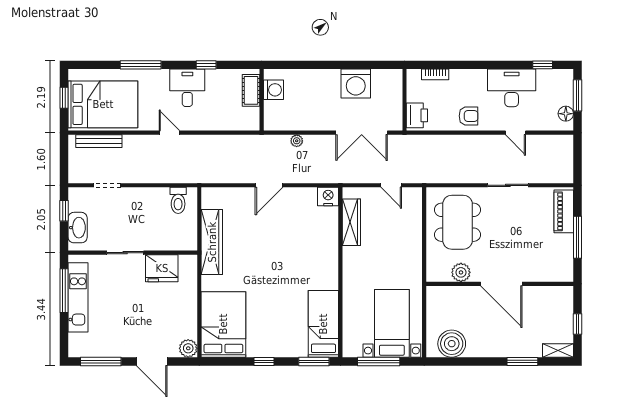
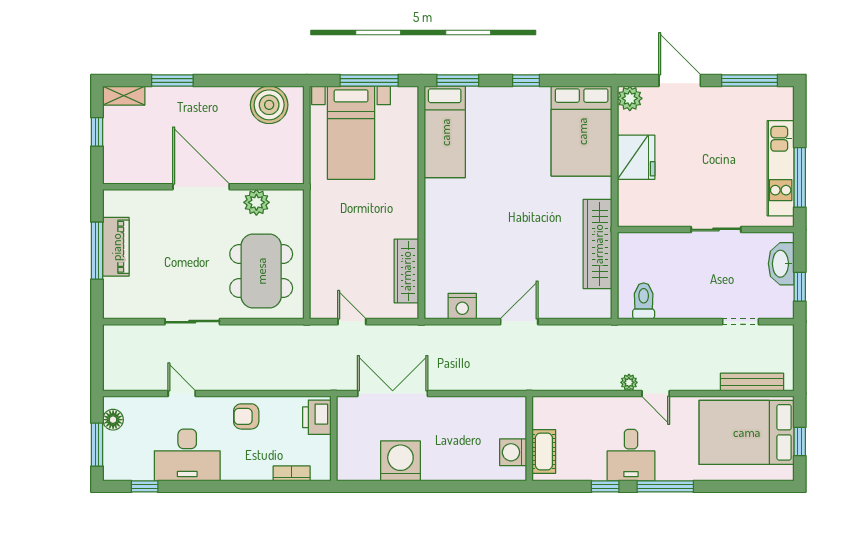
window: (141, 65) -> (665, 486), moved
plant: (297, 141) -> (629, 382), moved
nightstand: (328, 197) -> (462, 306), moved
piano: (564, 211) -> (116, 247), moved
fridge: (162, 268) -> (636, 157), moved, turned 90

